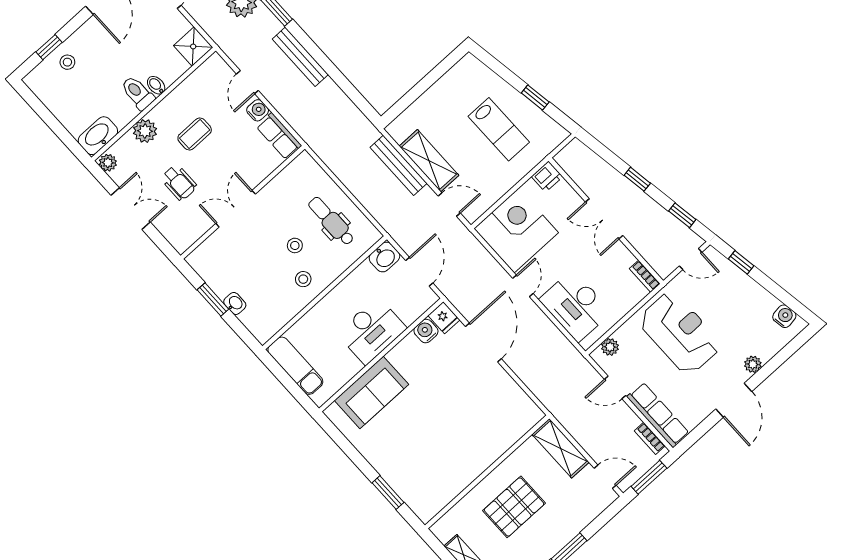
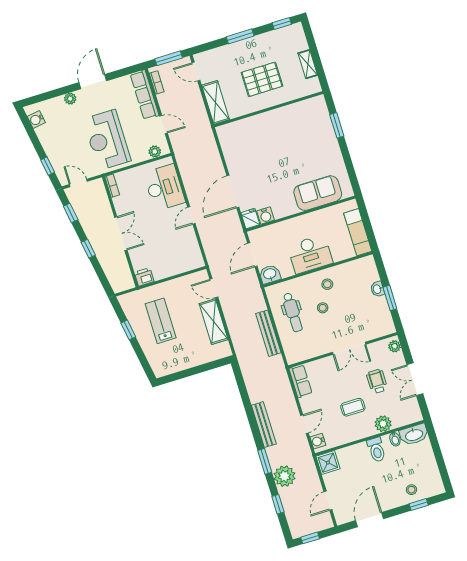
bidet: (156, 85) -> (395, 439), moved
water cooler: (258, 110) -> (318, 441), moved
plant: (108, 163) -> (395, 346), moved
bench: (398, 165) -> (268, 333), moved
corner desk: (516, 231) -> (179, 252), removed
desk: (372, 331) -> (310, 254), moved, turned 180

